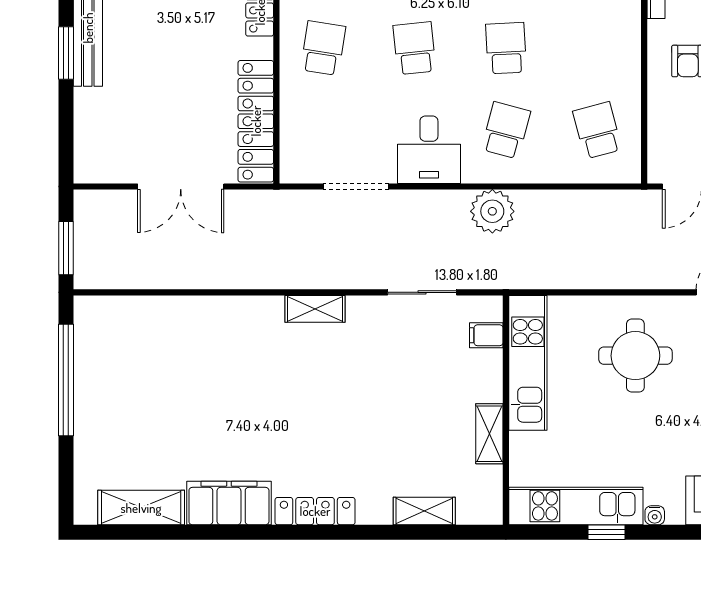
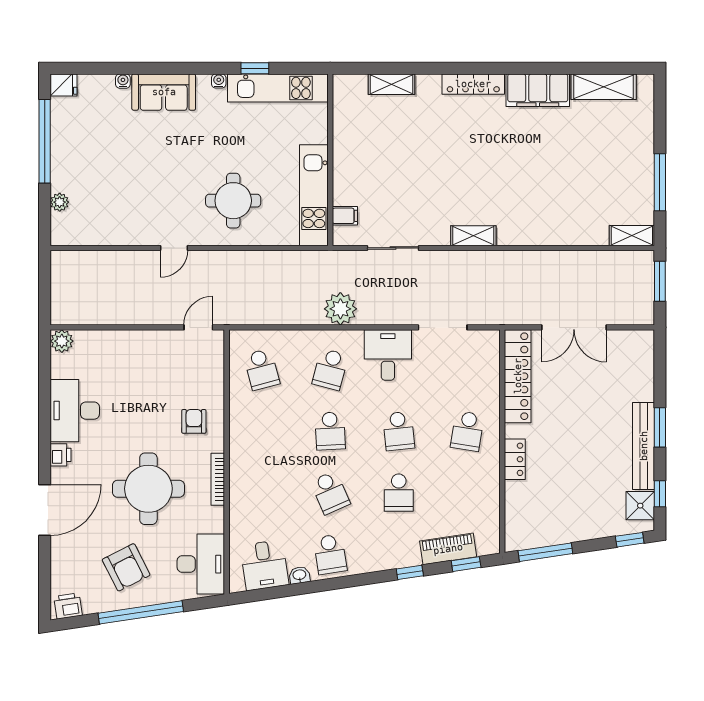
double door: (181, 186) -> (574, 327), swing flipped
window: (66, 380) -> (660, 182), width x0.68
shelving: (489, 434) -> (632, 236), moved, turned 90

